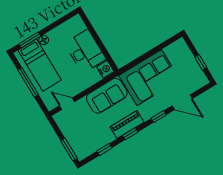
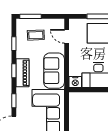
door: (67, 104) -> (67, 36), swing flipped
coffee table: (84, 134) -> (36, 35), added

